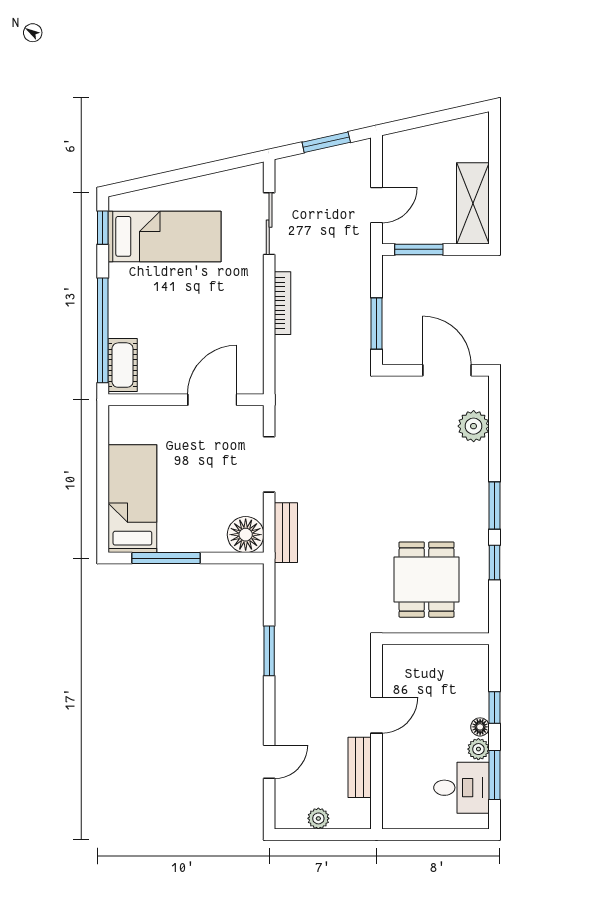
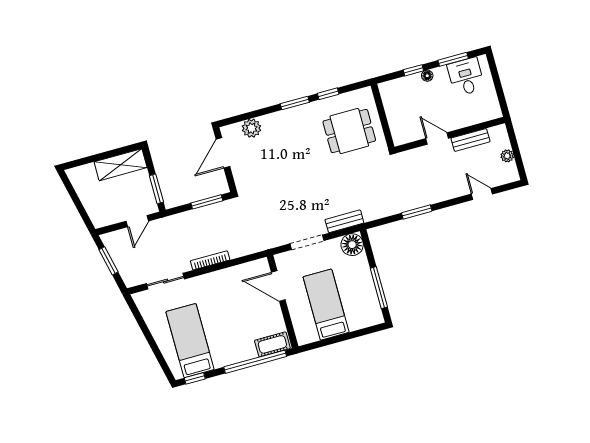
door: (376, 205) -> (137, 221), swing flipped
bed: (132, 499) -> (326, 305), moved, turned 90
plant: (478, 749) -> (441, 73), removed

